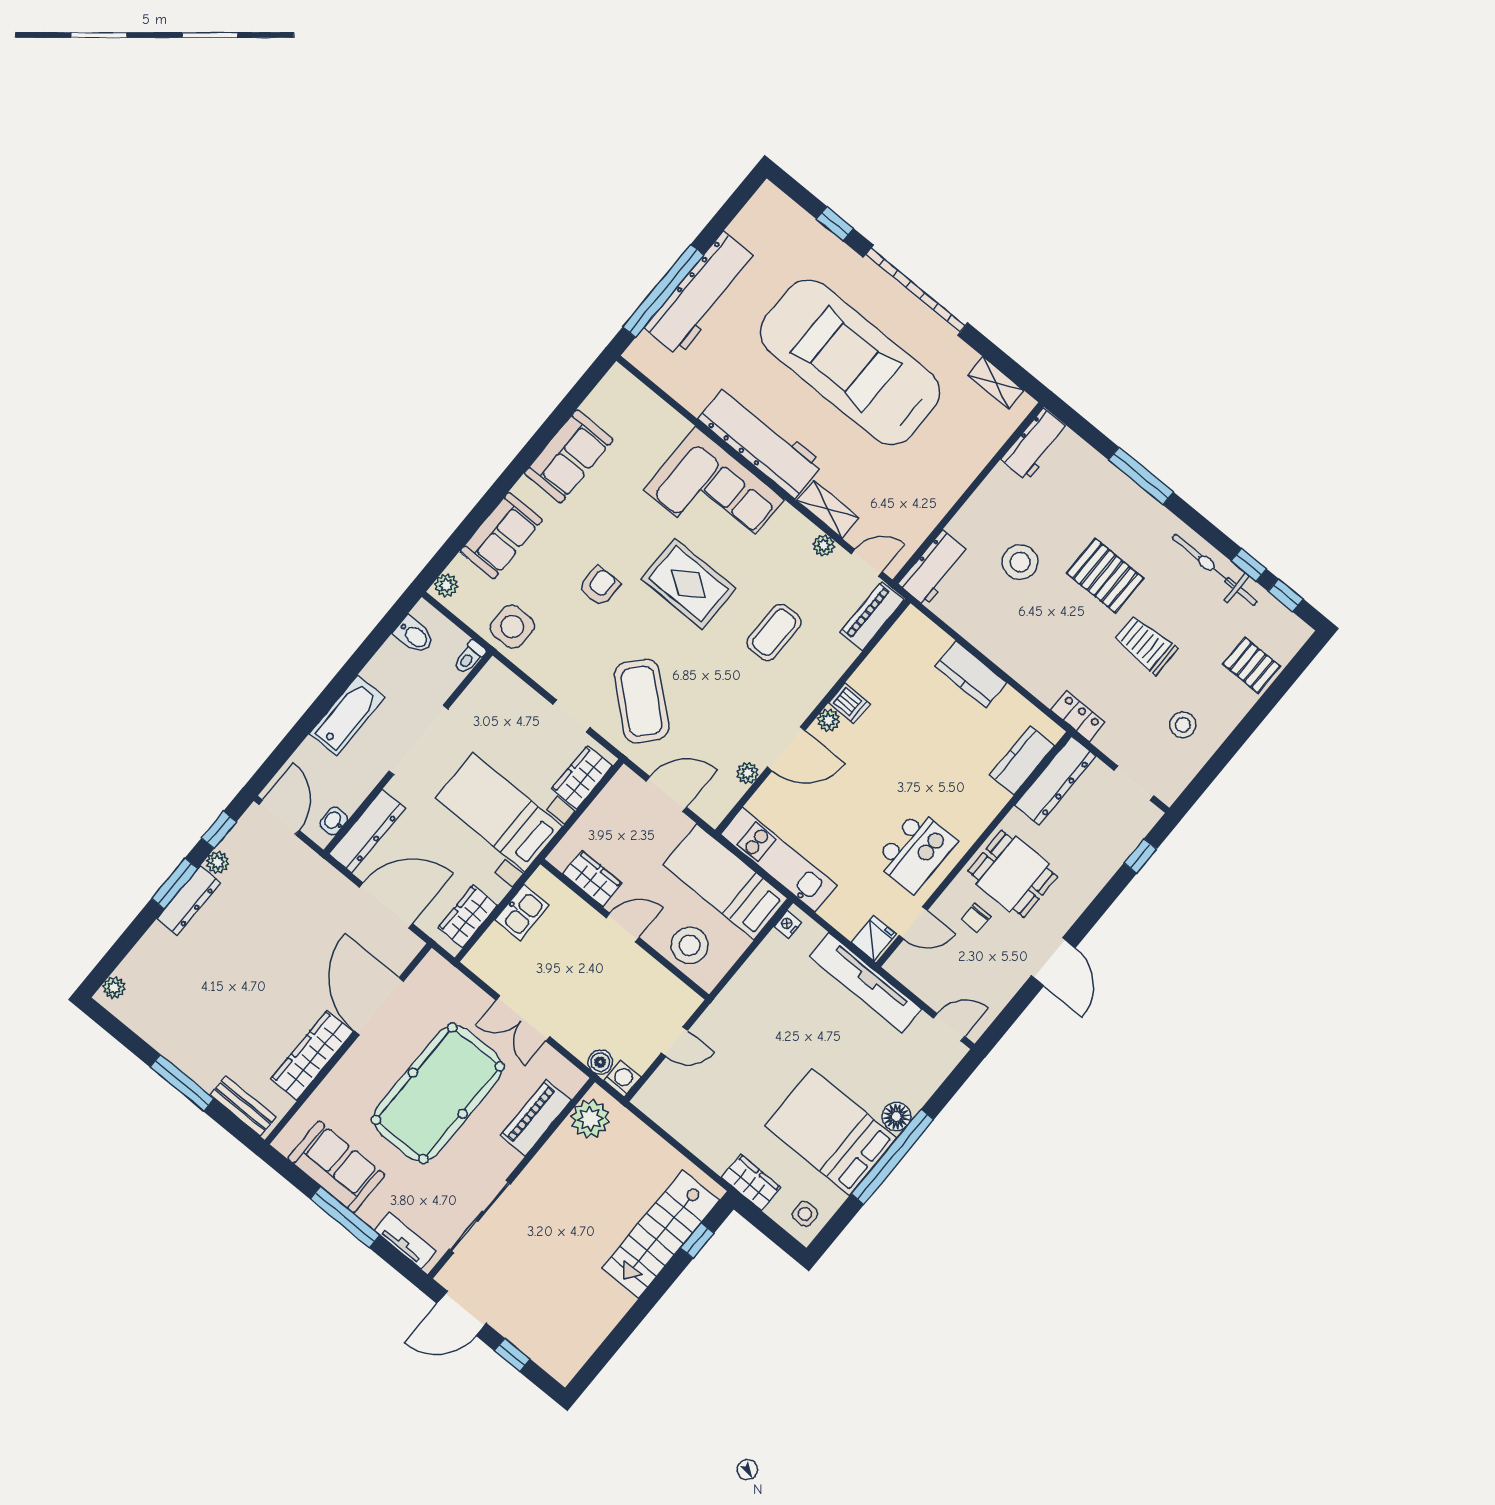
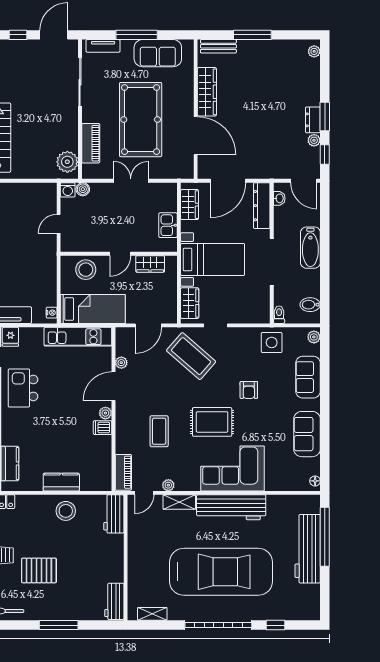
floor lamp: (612, 381) -> (315, 481), added
stool: (1020, 562) -> (66, 511), moved
dresser: (189, 901) -> (313, 120), width x0.70

